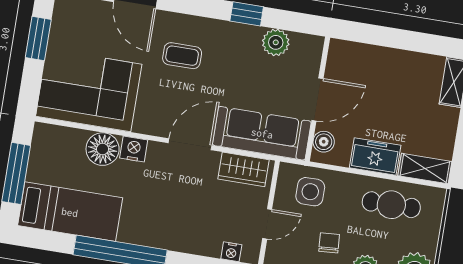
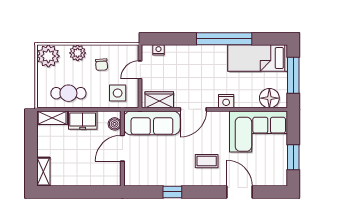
plant: (276, 42) -> (152, 178), removed
floor lamp: (103, 149) -> (269, 98), moved

